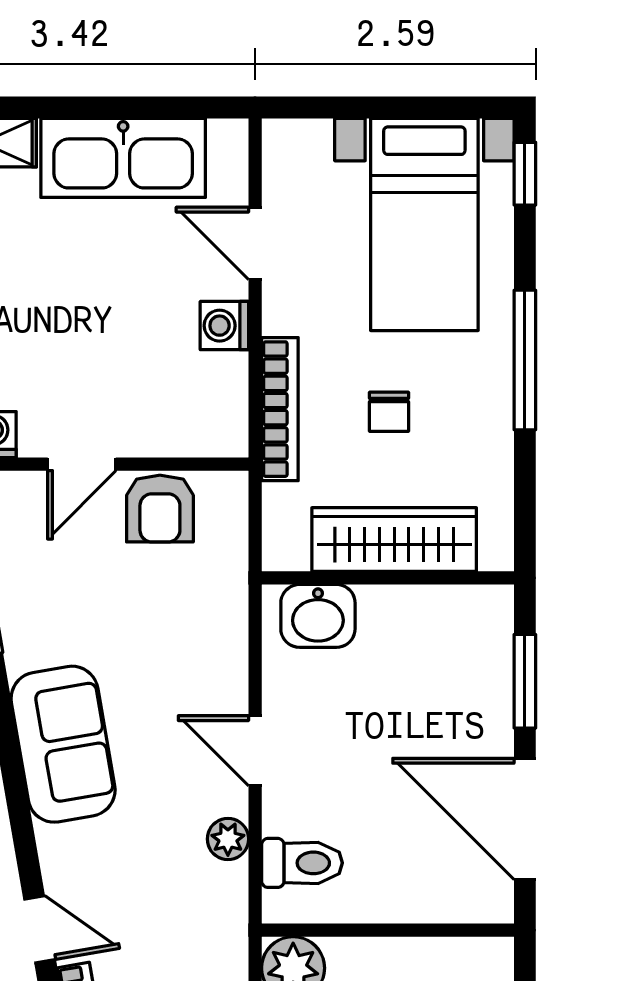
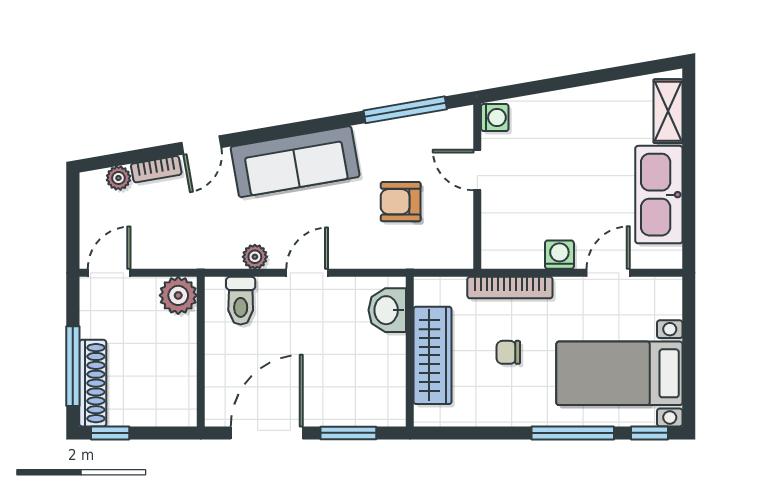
window: (525, 360) -> (573, 433), moved
armchair: (160, 509) -> (401, 202), moved
sofa: (63, 744) -> (295, 162), width x1.36

